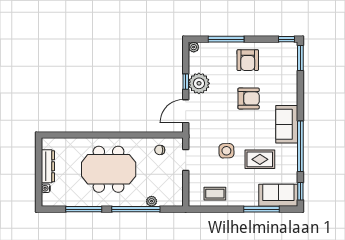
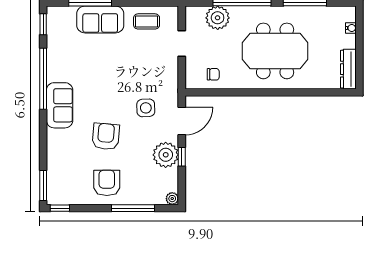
armchair: (249, 98) -> (106, 136), turned 95
side table: (226, 151) -> (146, 108), moved
rug: (260, 159) -> (92, 63), removed
doorway: (186, 160) -> (182, 44), moved
dresser: (48, 166) -> (348, 69), moved
sofa: (278, 195) -> (100, 19), moved
plant: (152, 201) -> (218, 18), width x1.88, depth x1.88

